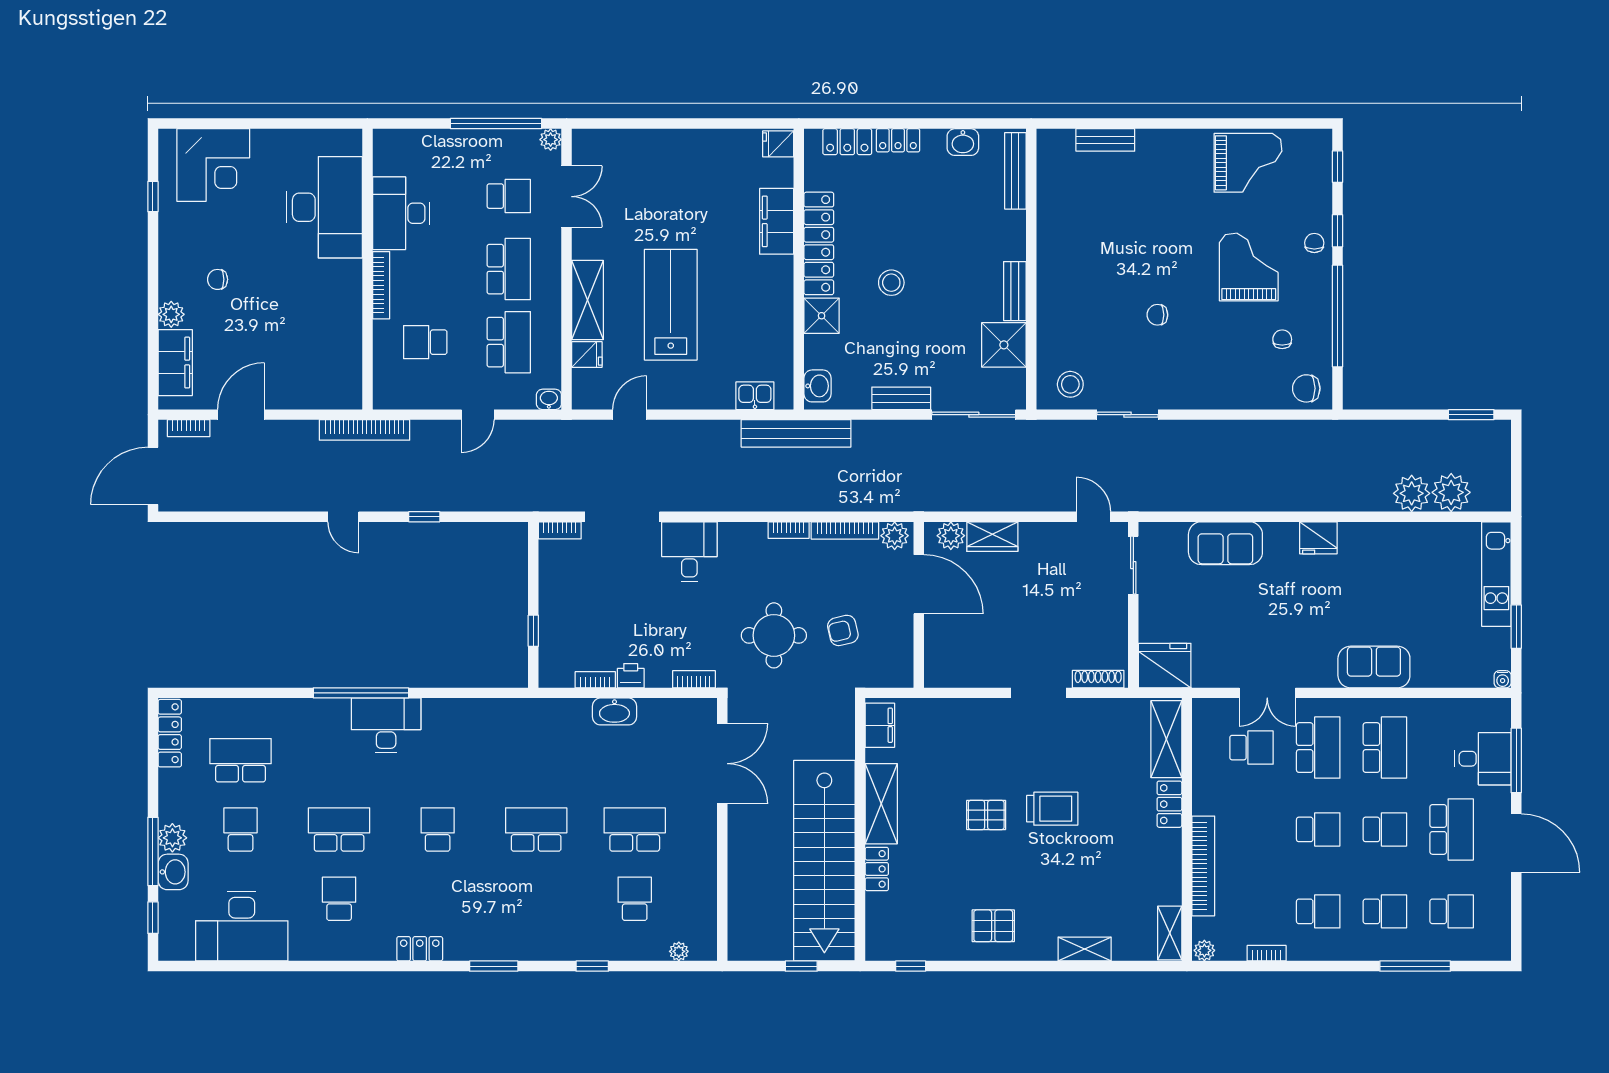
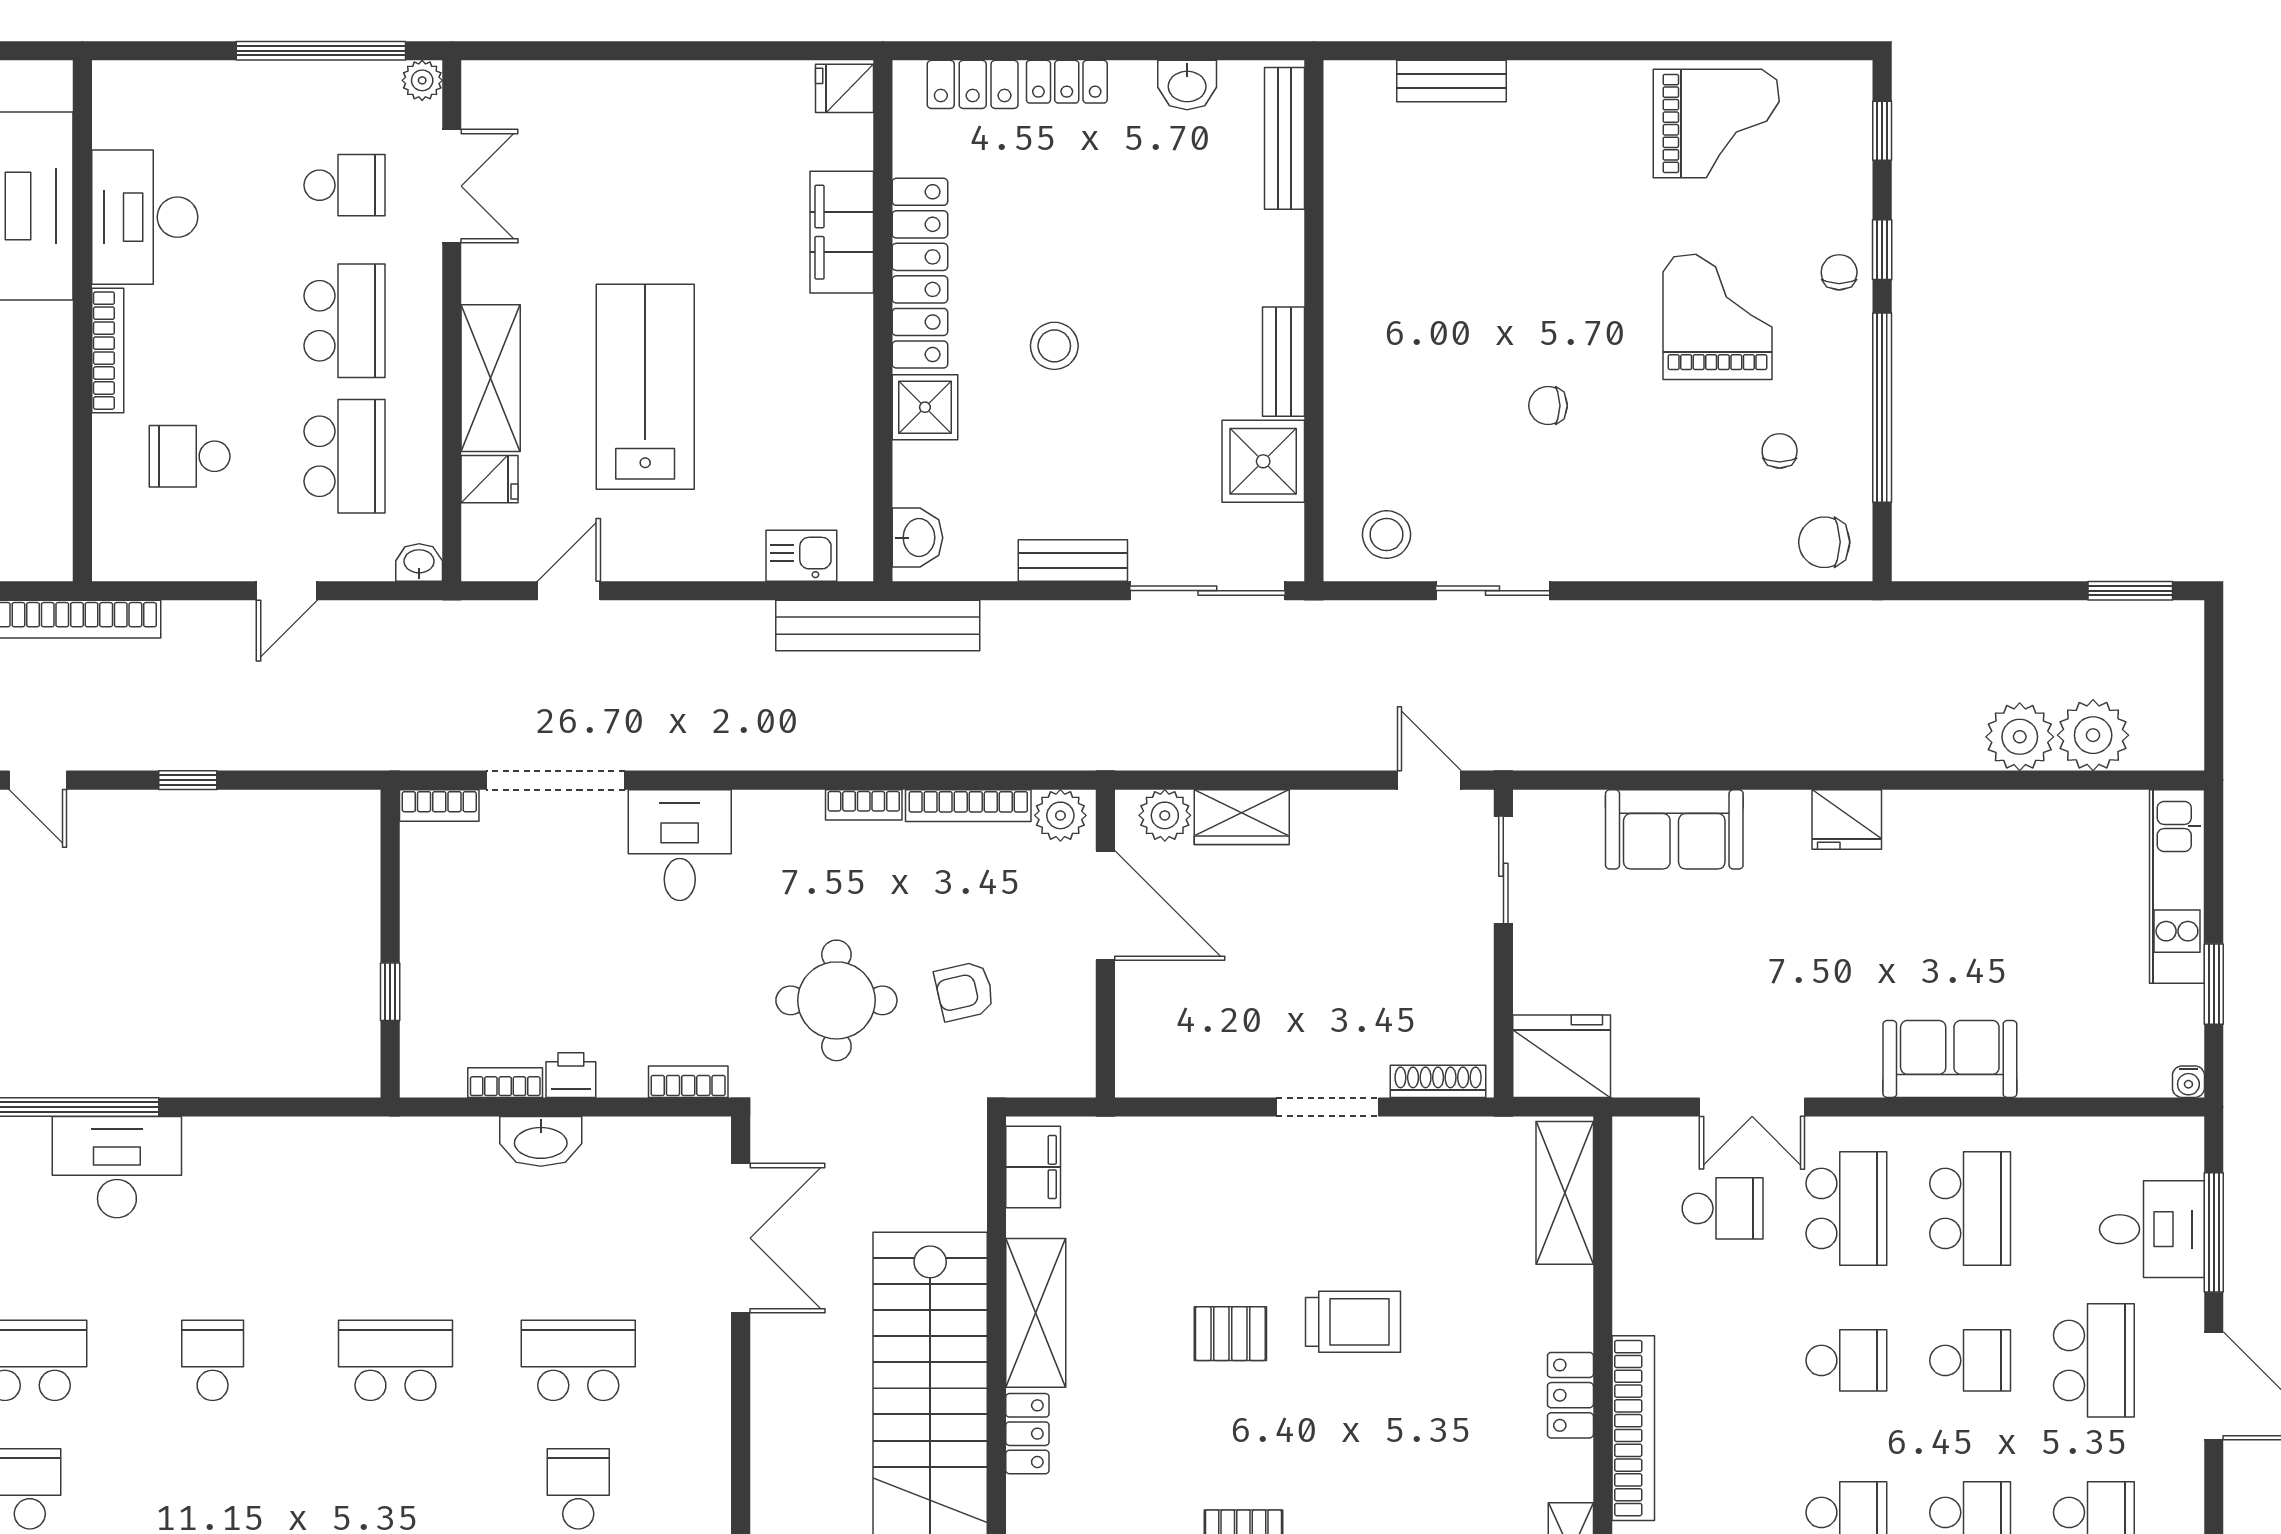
locker: (1169, 804) -> (1570, 1395), moved

